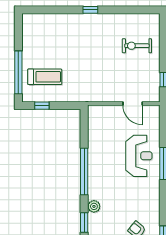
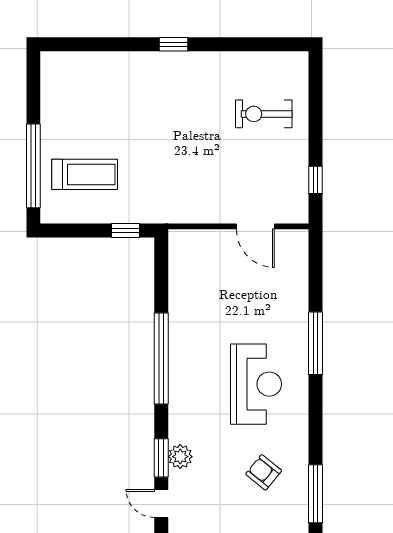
window: (42, 106) -> (125, 231), moved
reception desk: (139, 156) -> (256, 384), moved
plant: (94, 206) -> (180, 457), moved

